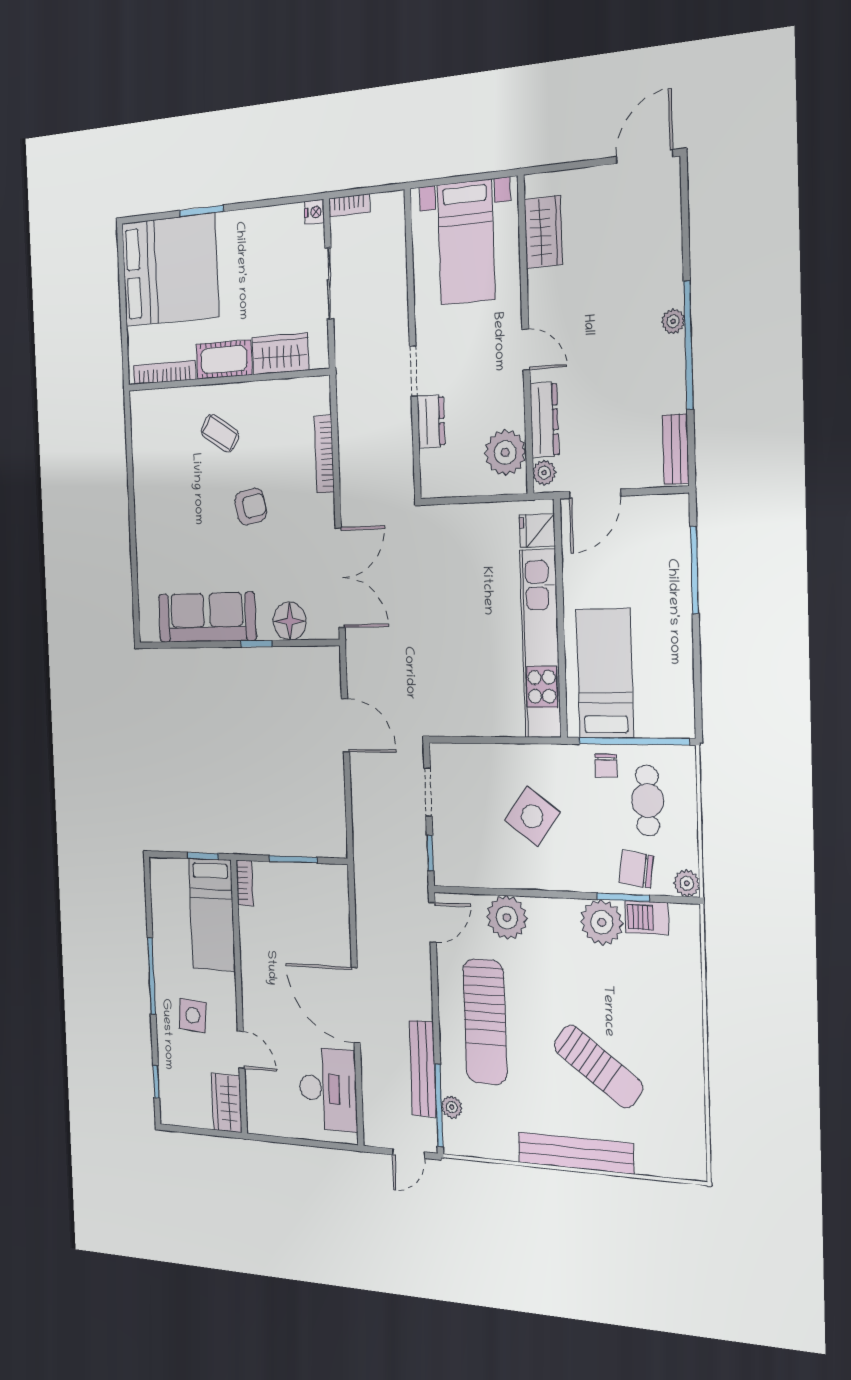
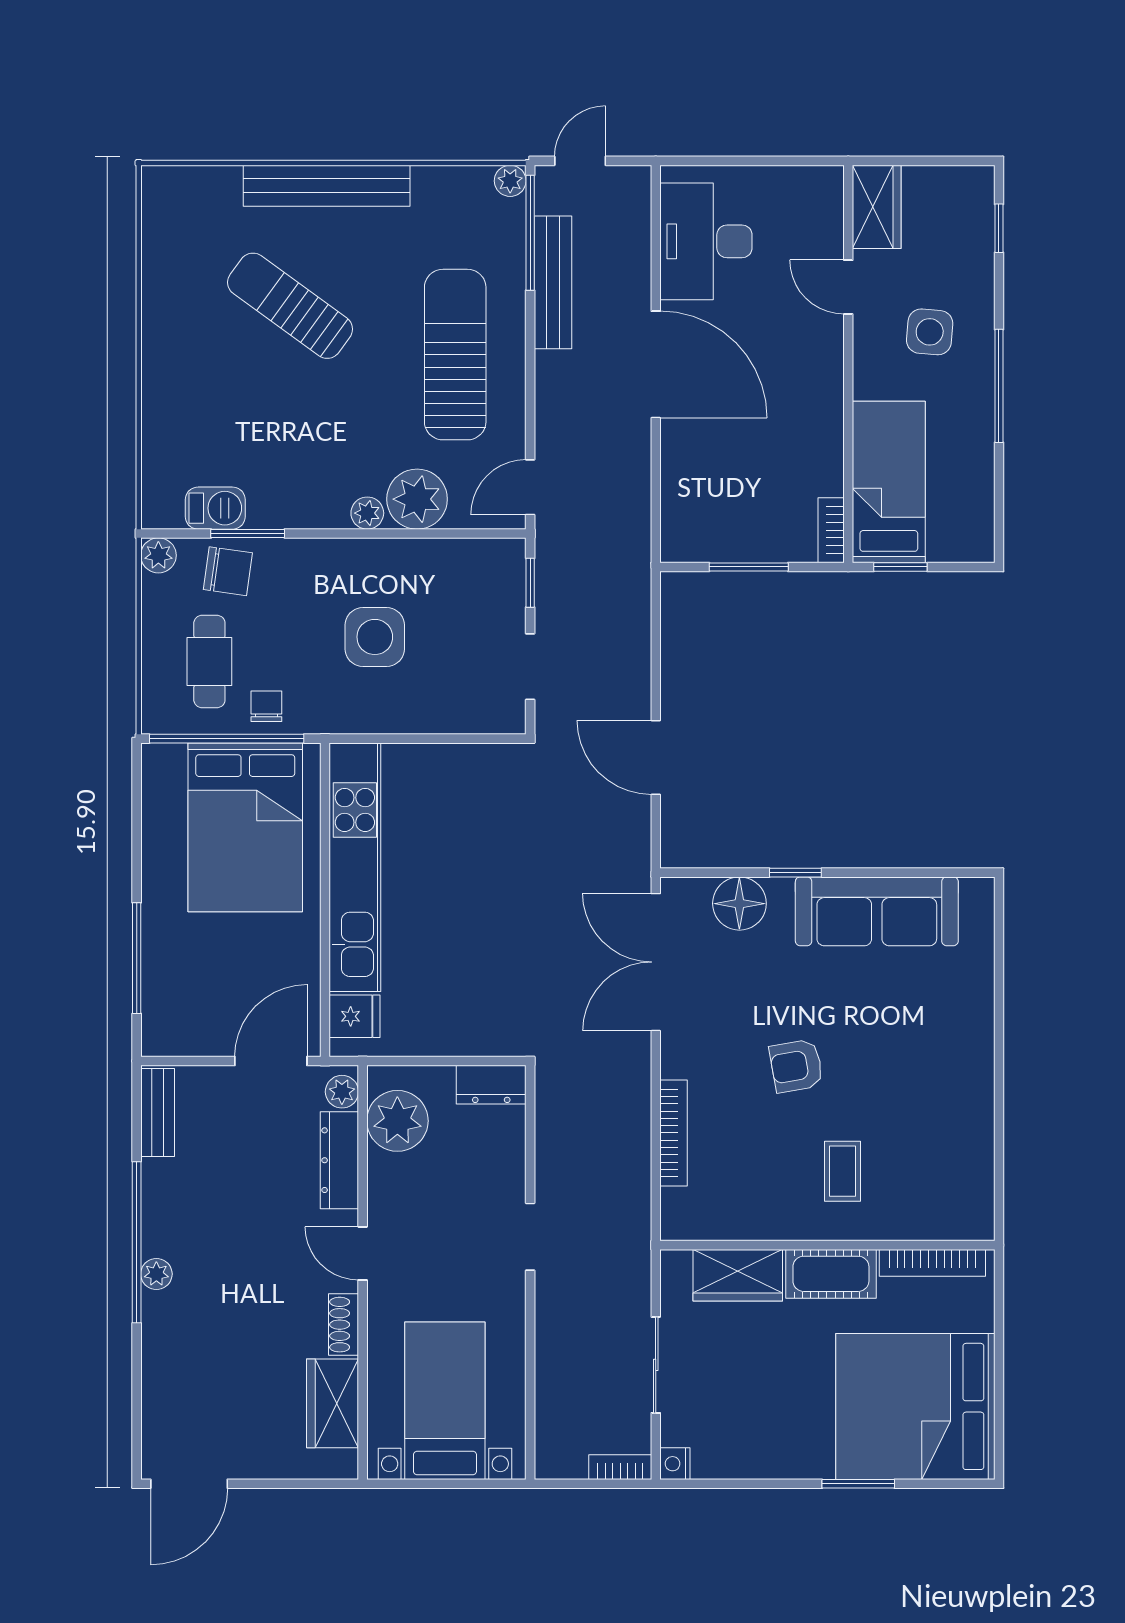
shoe rack: (538, 294) -> (343, 1325), added
dresser: (431, 421) -> (491, 1085), moved, turned -90
coffee table: (220, 433) -> (842, 1171), turned 57
bed: (605, 673) -> (245, 827), width x1.50
side table: (532, 816) -> (375, 637), turned -36
plant: (602, 922) -> (367, 513), moved, width x0.53, depth x0.53
plant: (452, 1107) -> (510, 181), moved

